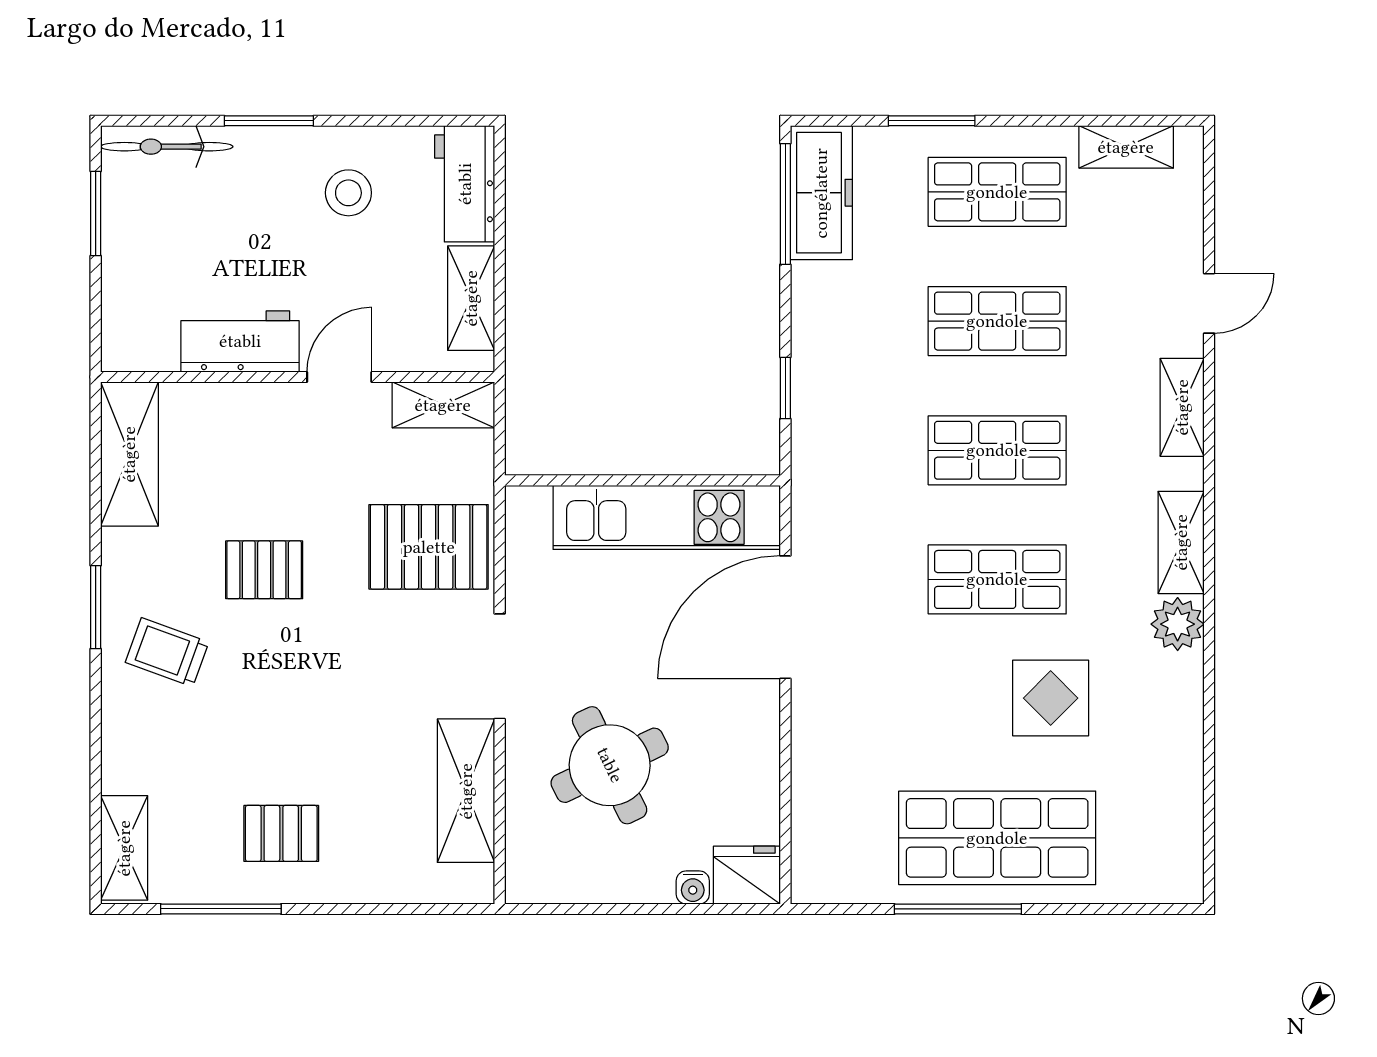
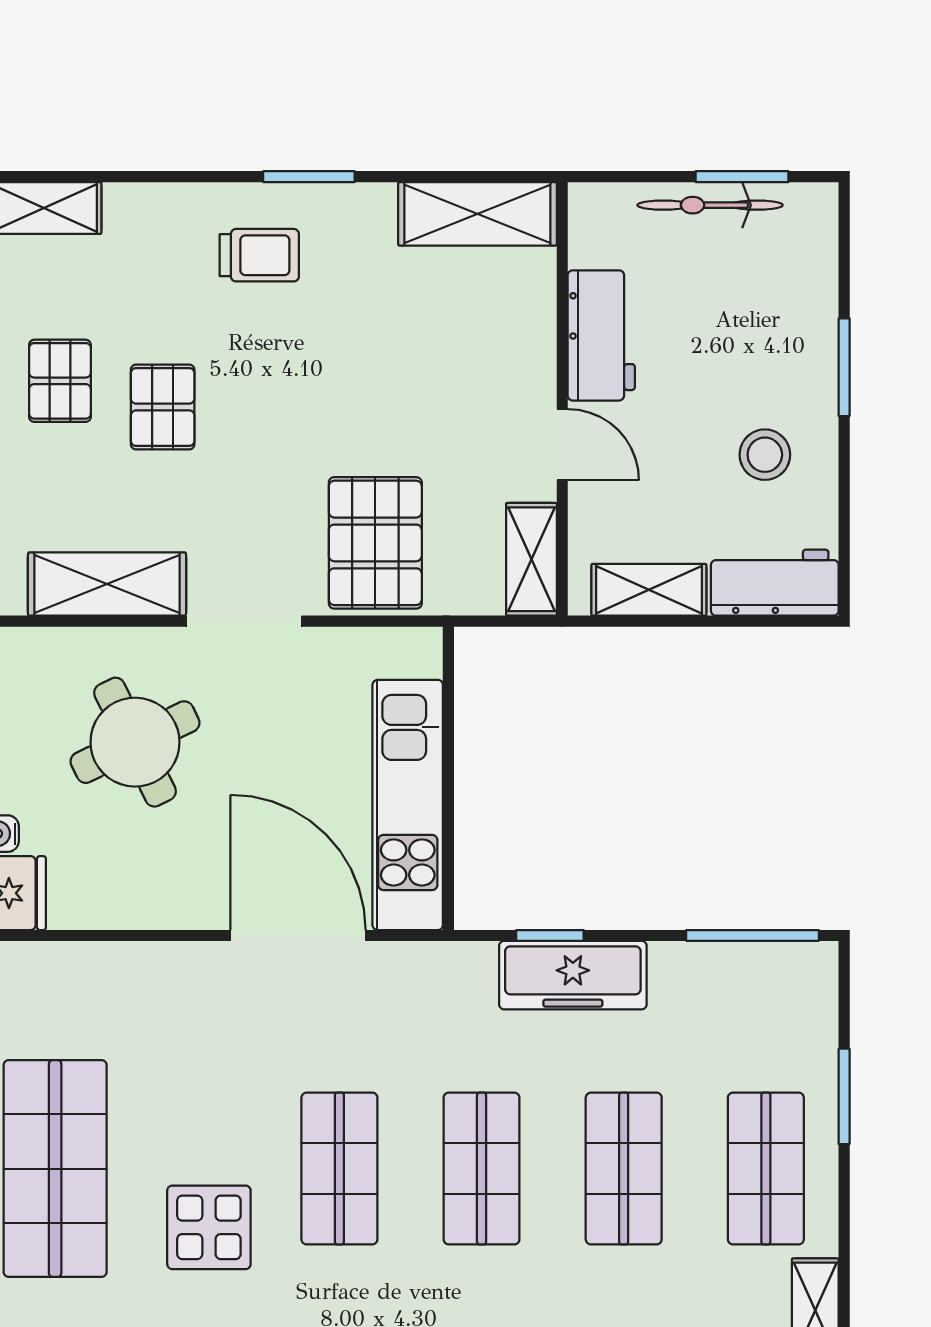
bicycle: (167, 147) -> (710, 205), moved, turned -90
freezer: (821, 193) -> (573, 975), moved
pallet: (264, 570) -> (163, 407), moved
trolley: (167, 652) -> (259, 255), turned 70

